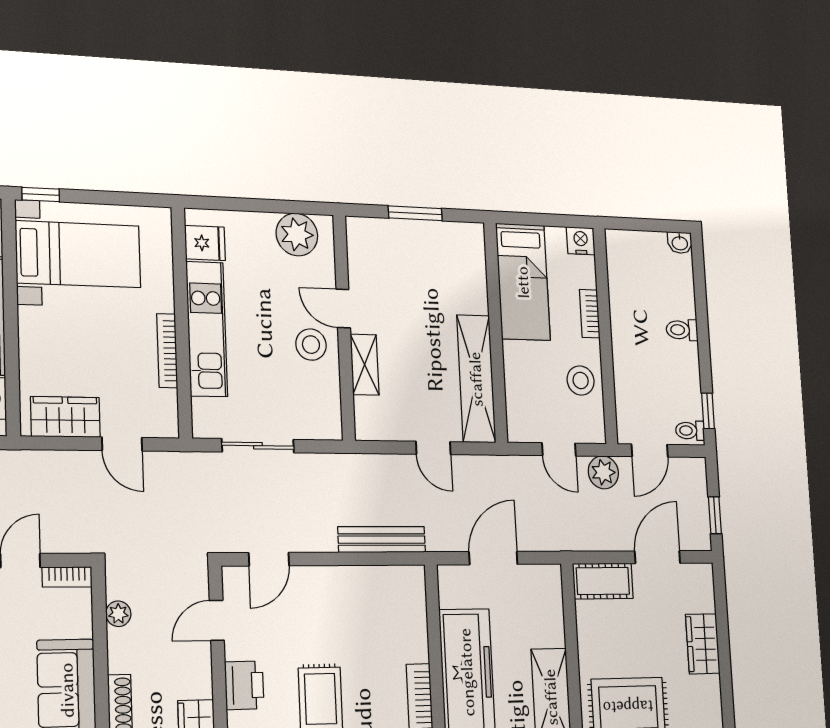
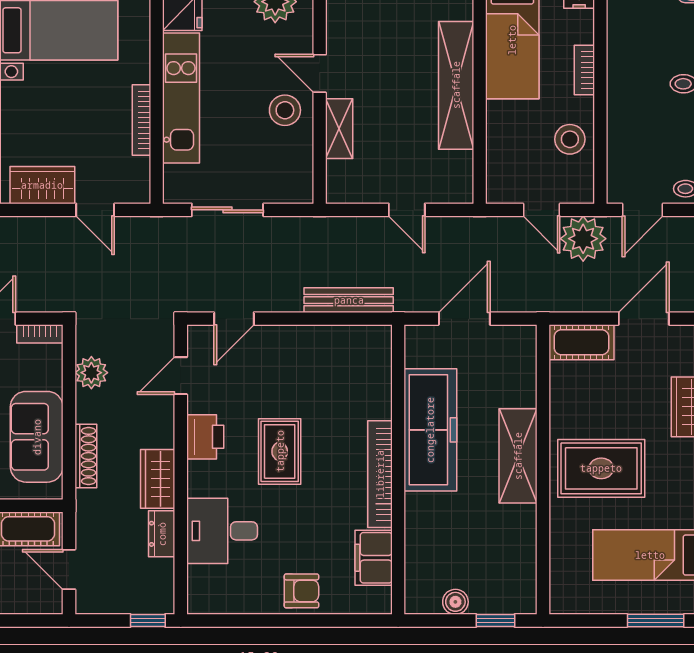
shelving: (476, 379) -> (456, 85), moved
plant: (603, 472) -> (583, 239), width x1.36, depth x1.36
plant: (118, 614) -> (91, 373), width x1.38, depth x1.38

